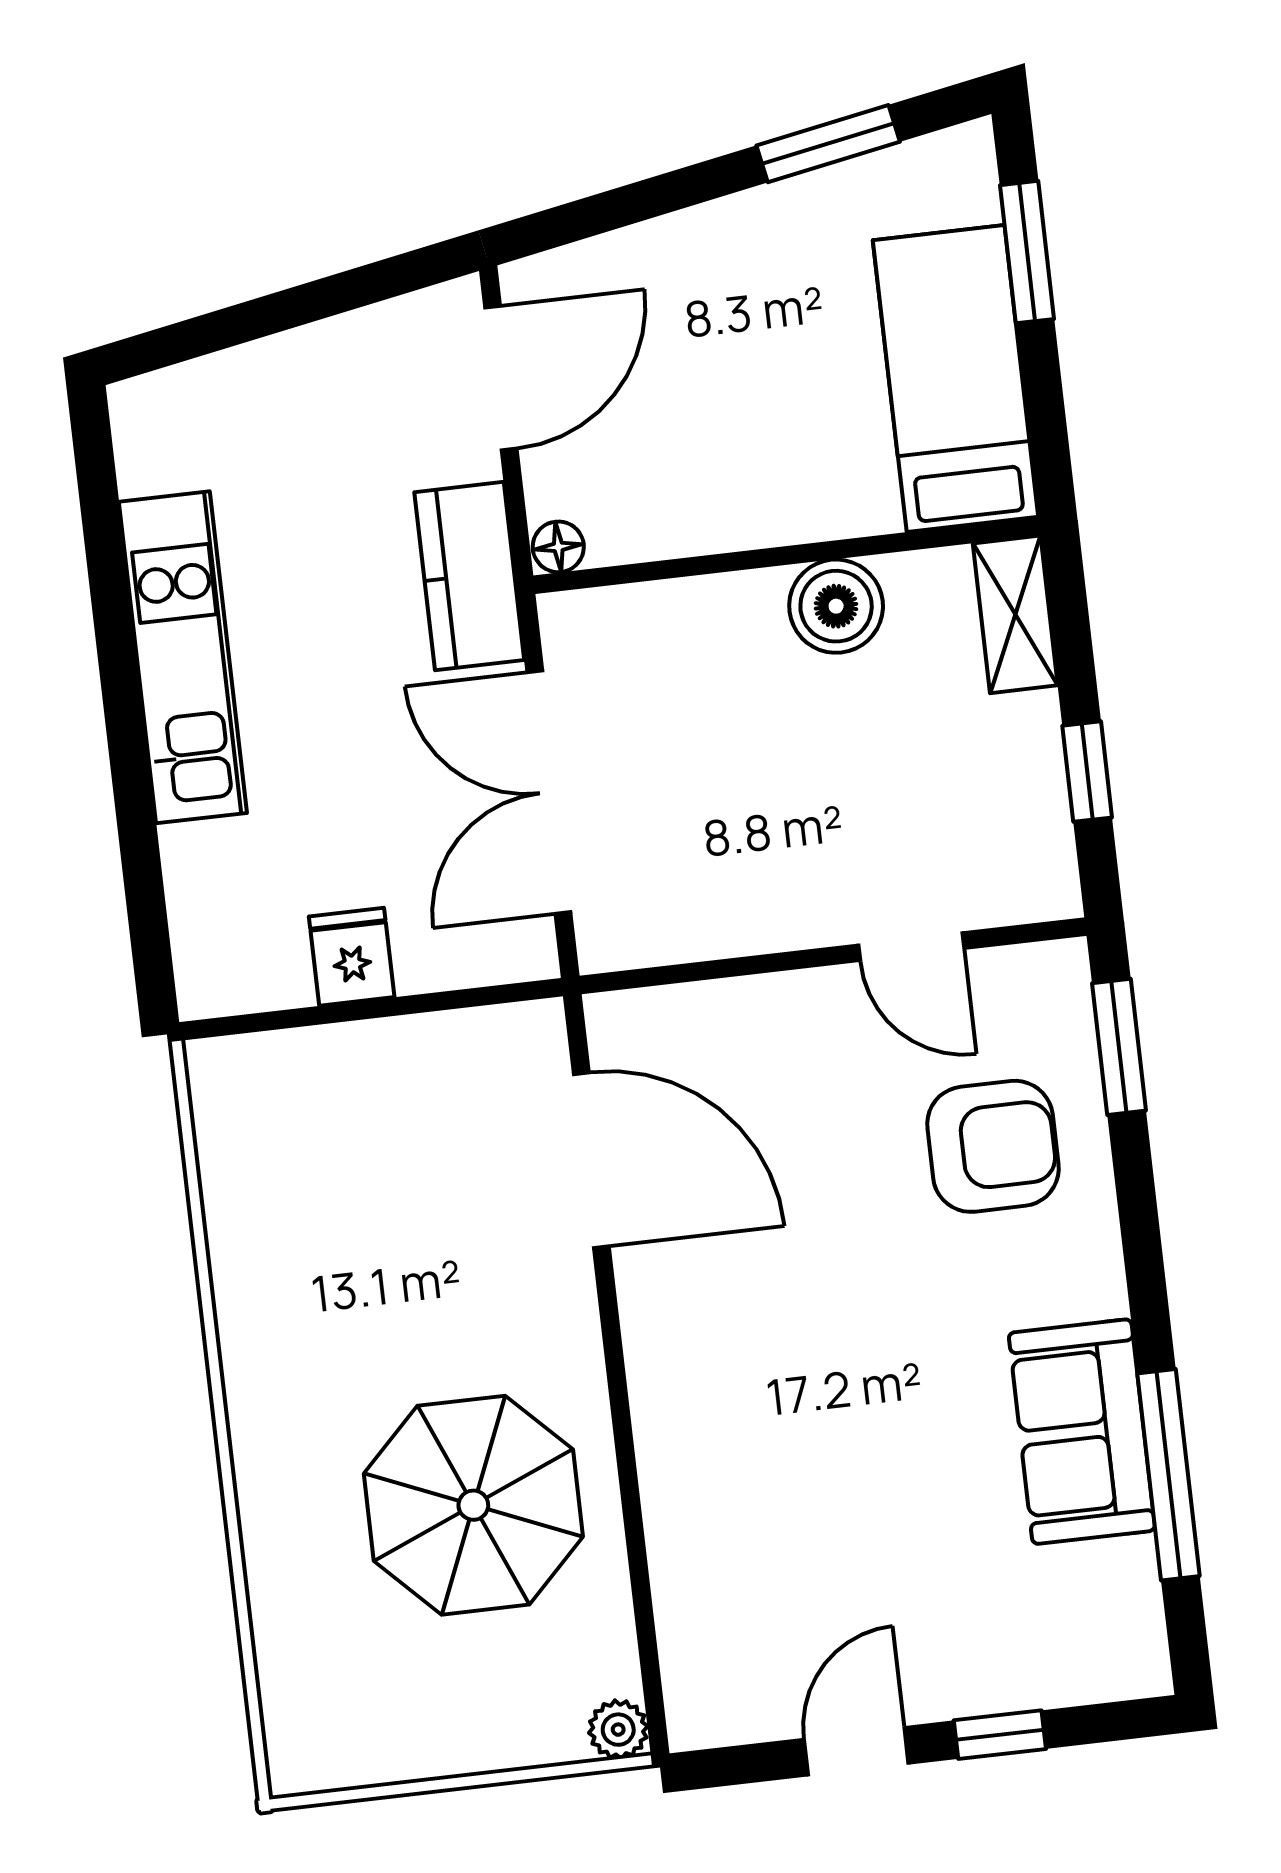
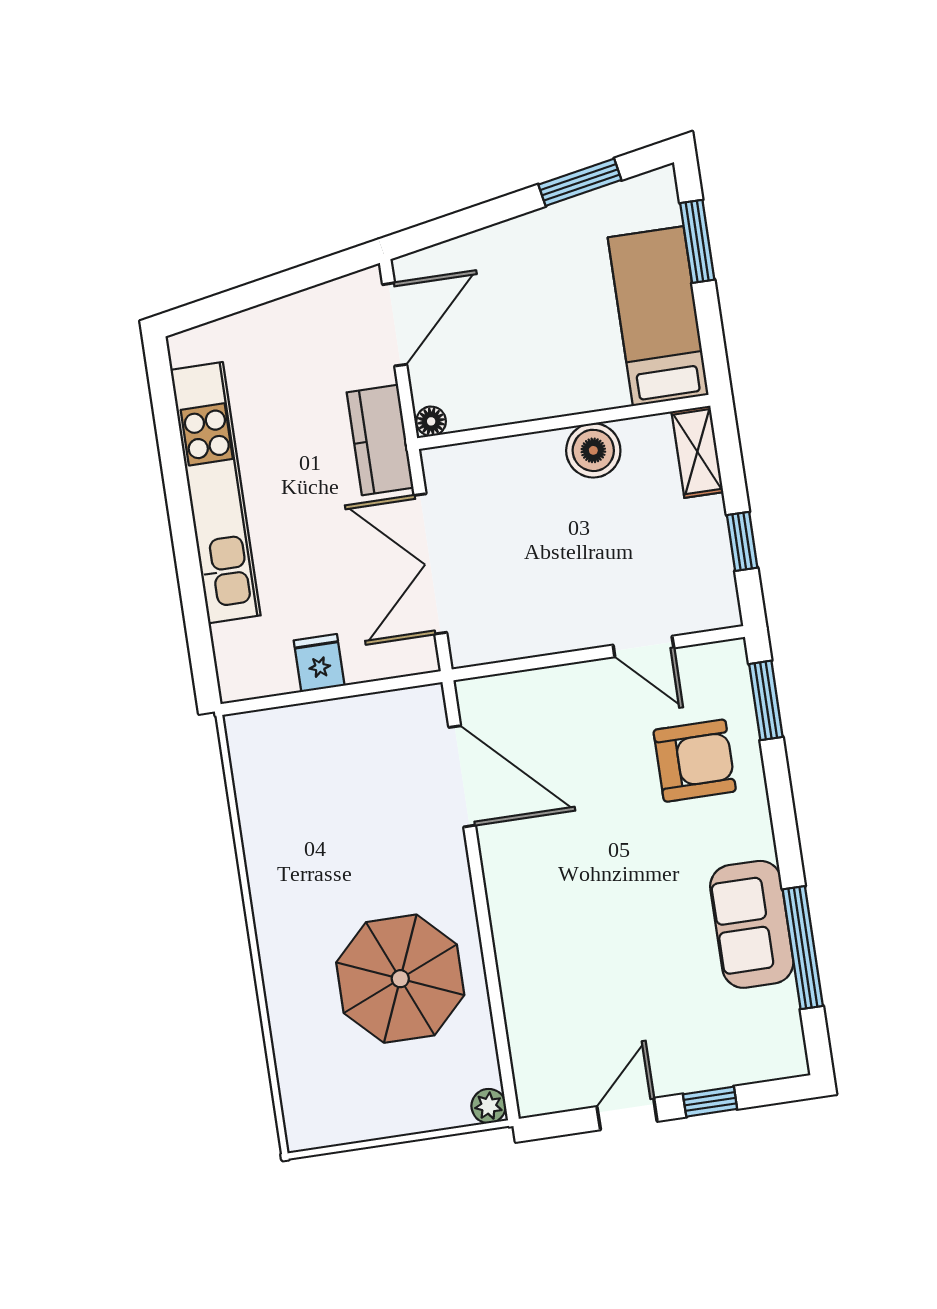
kitchen unit: (183, 657) -> (216, 493), width x1.36

